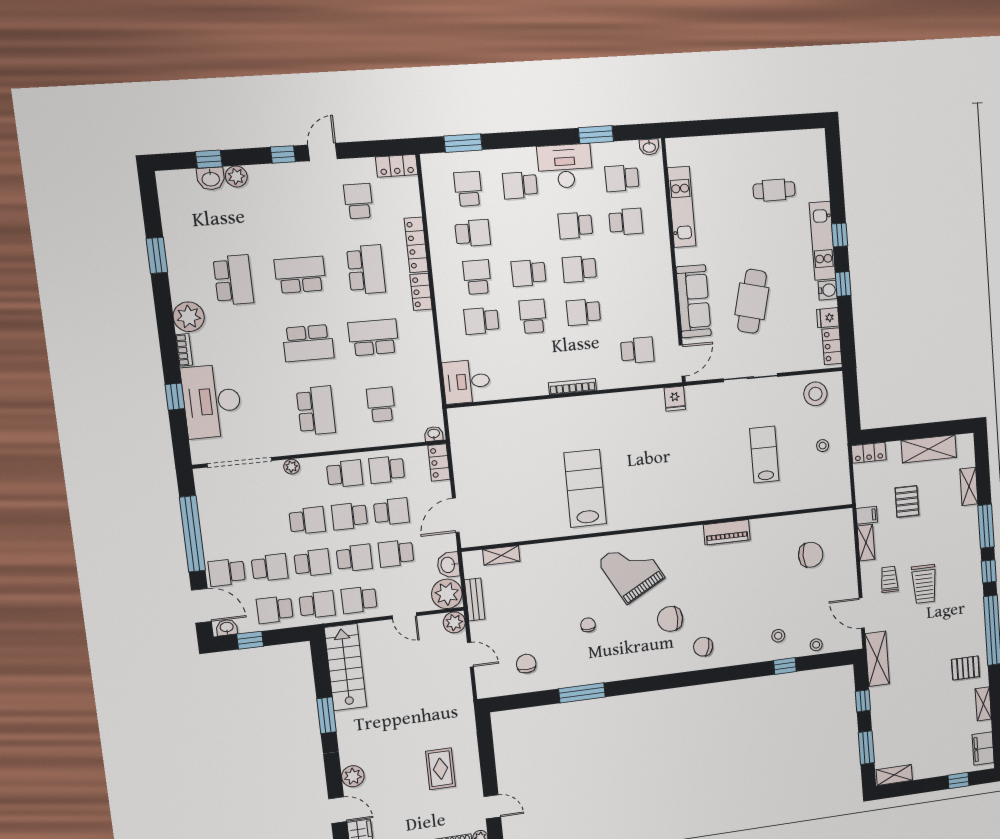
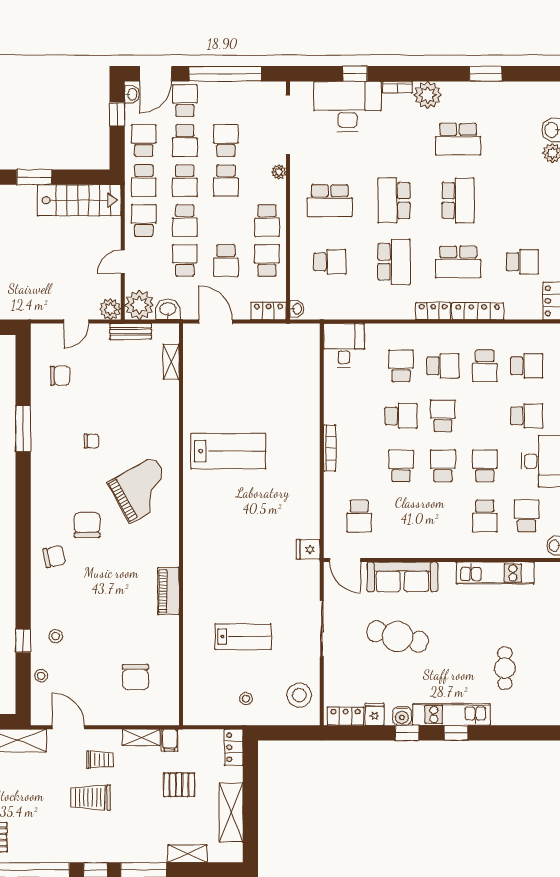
school desk: (520, 185) -> (527, 416), turned 90
school desk: (350, 516) -> (226, 141), moved
door: (862, 613) -> (68, 727), hinge flipped
chair: (703, 647) -> (54, 556), turned 63

